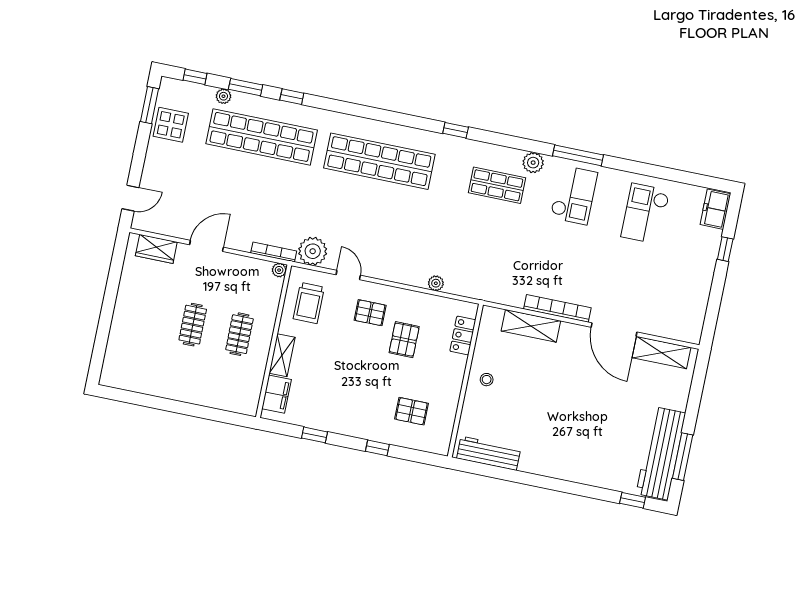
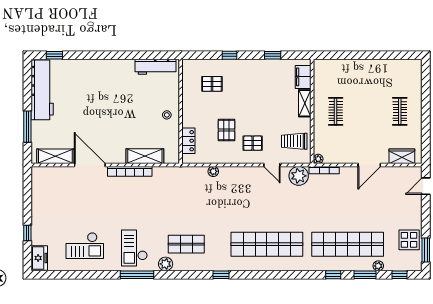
checkout: (645, 214) -> (85, 246), turned 90
trolley: (309, 303) -> (294, 141), turned -90
clothes rail: (193, 325) -> (400, 111), moved
window: (683, 457) -> (27, 127), moved

